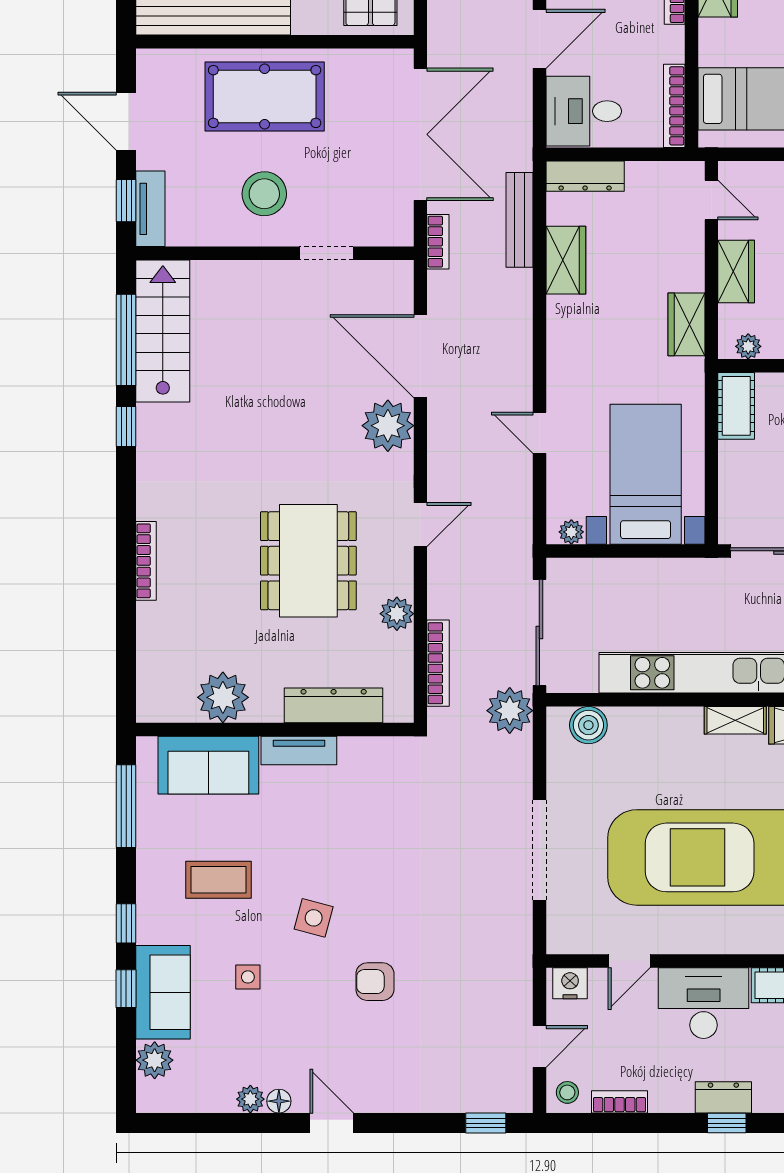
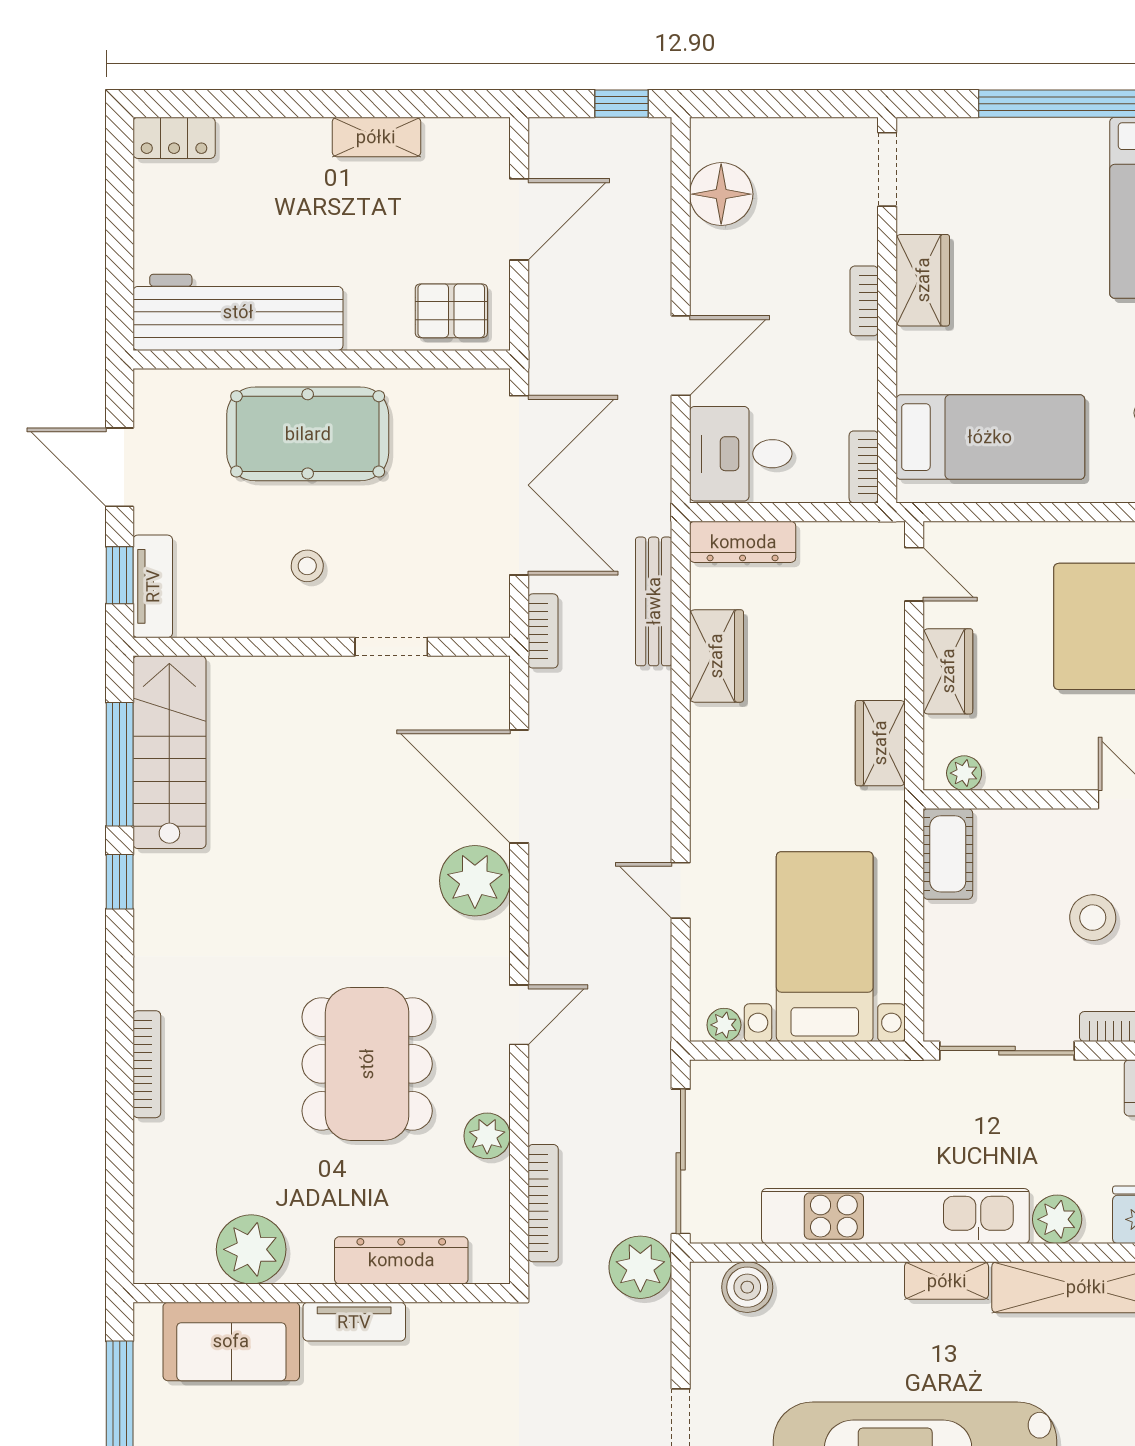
bookcase: (674, 106) -> (864, 467), width x0.64
stool: (264, 194) -> (307, 566), width x0.53, depth x0.53

